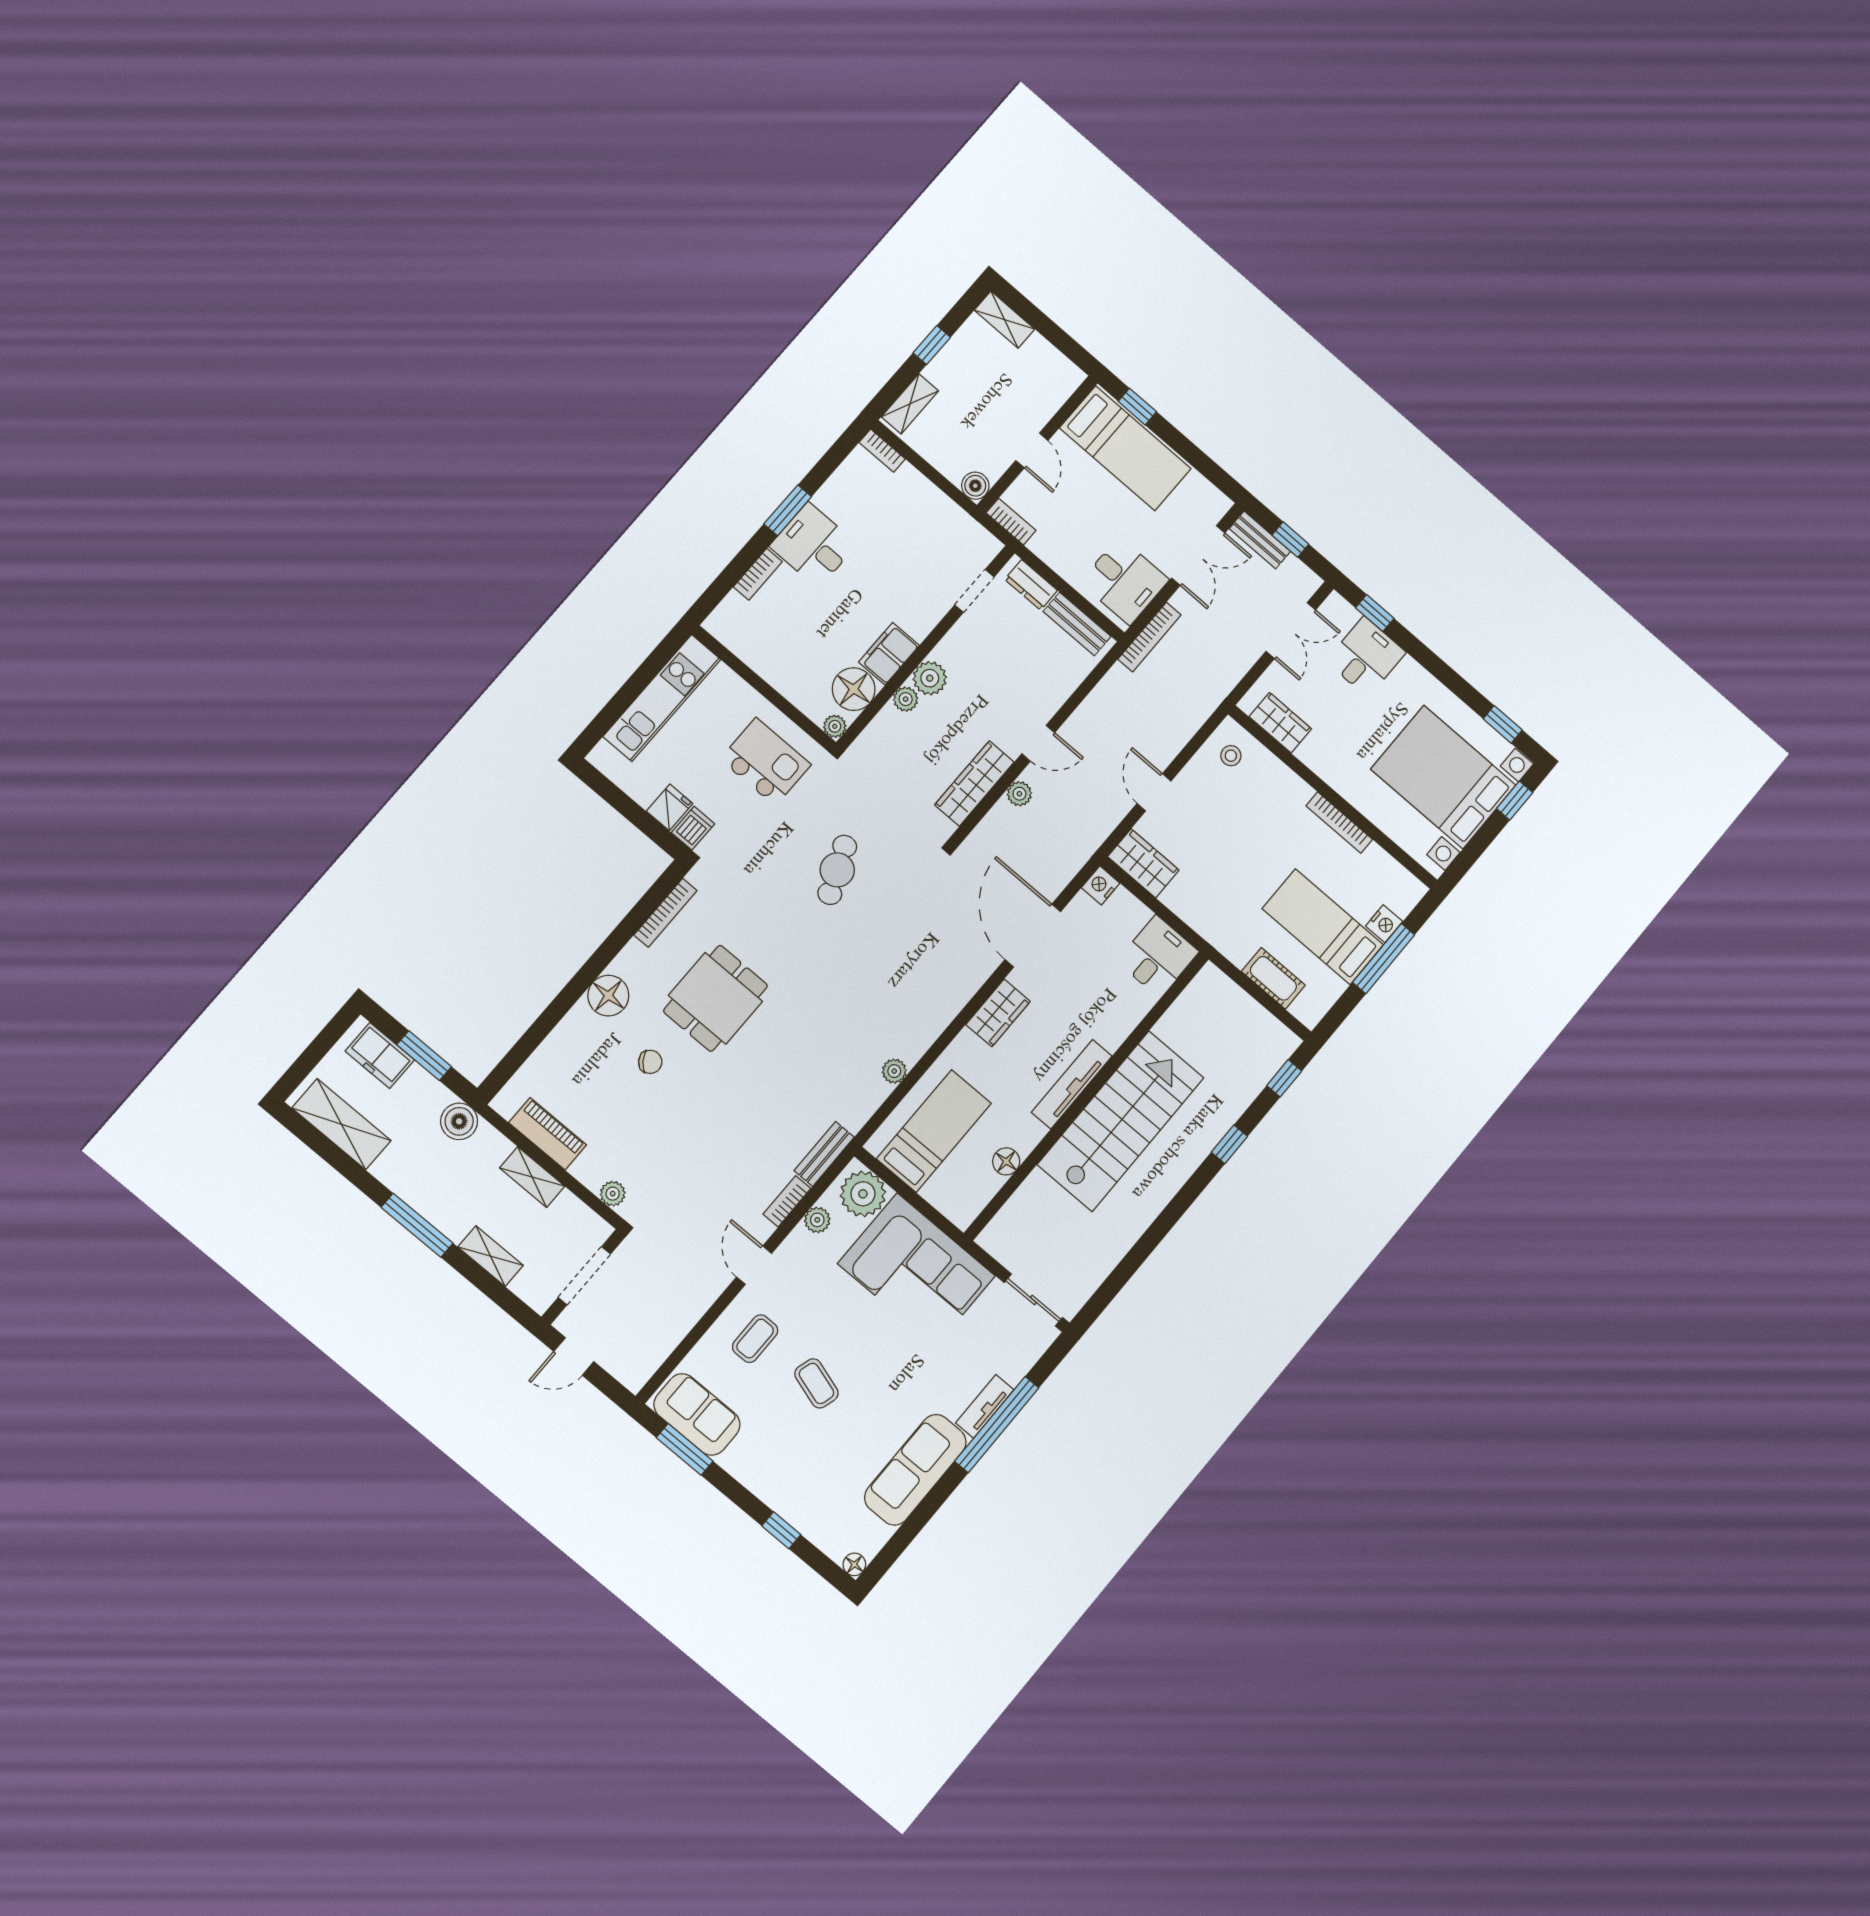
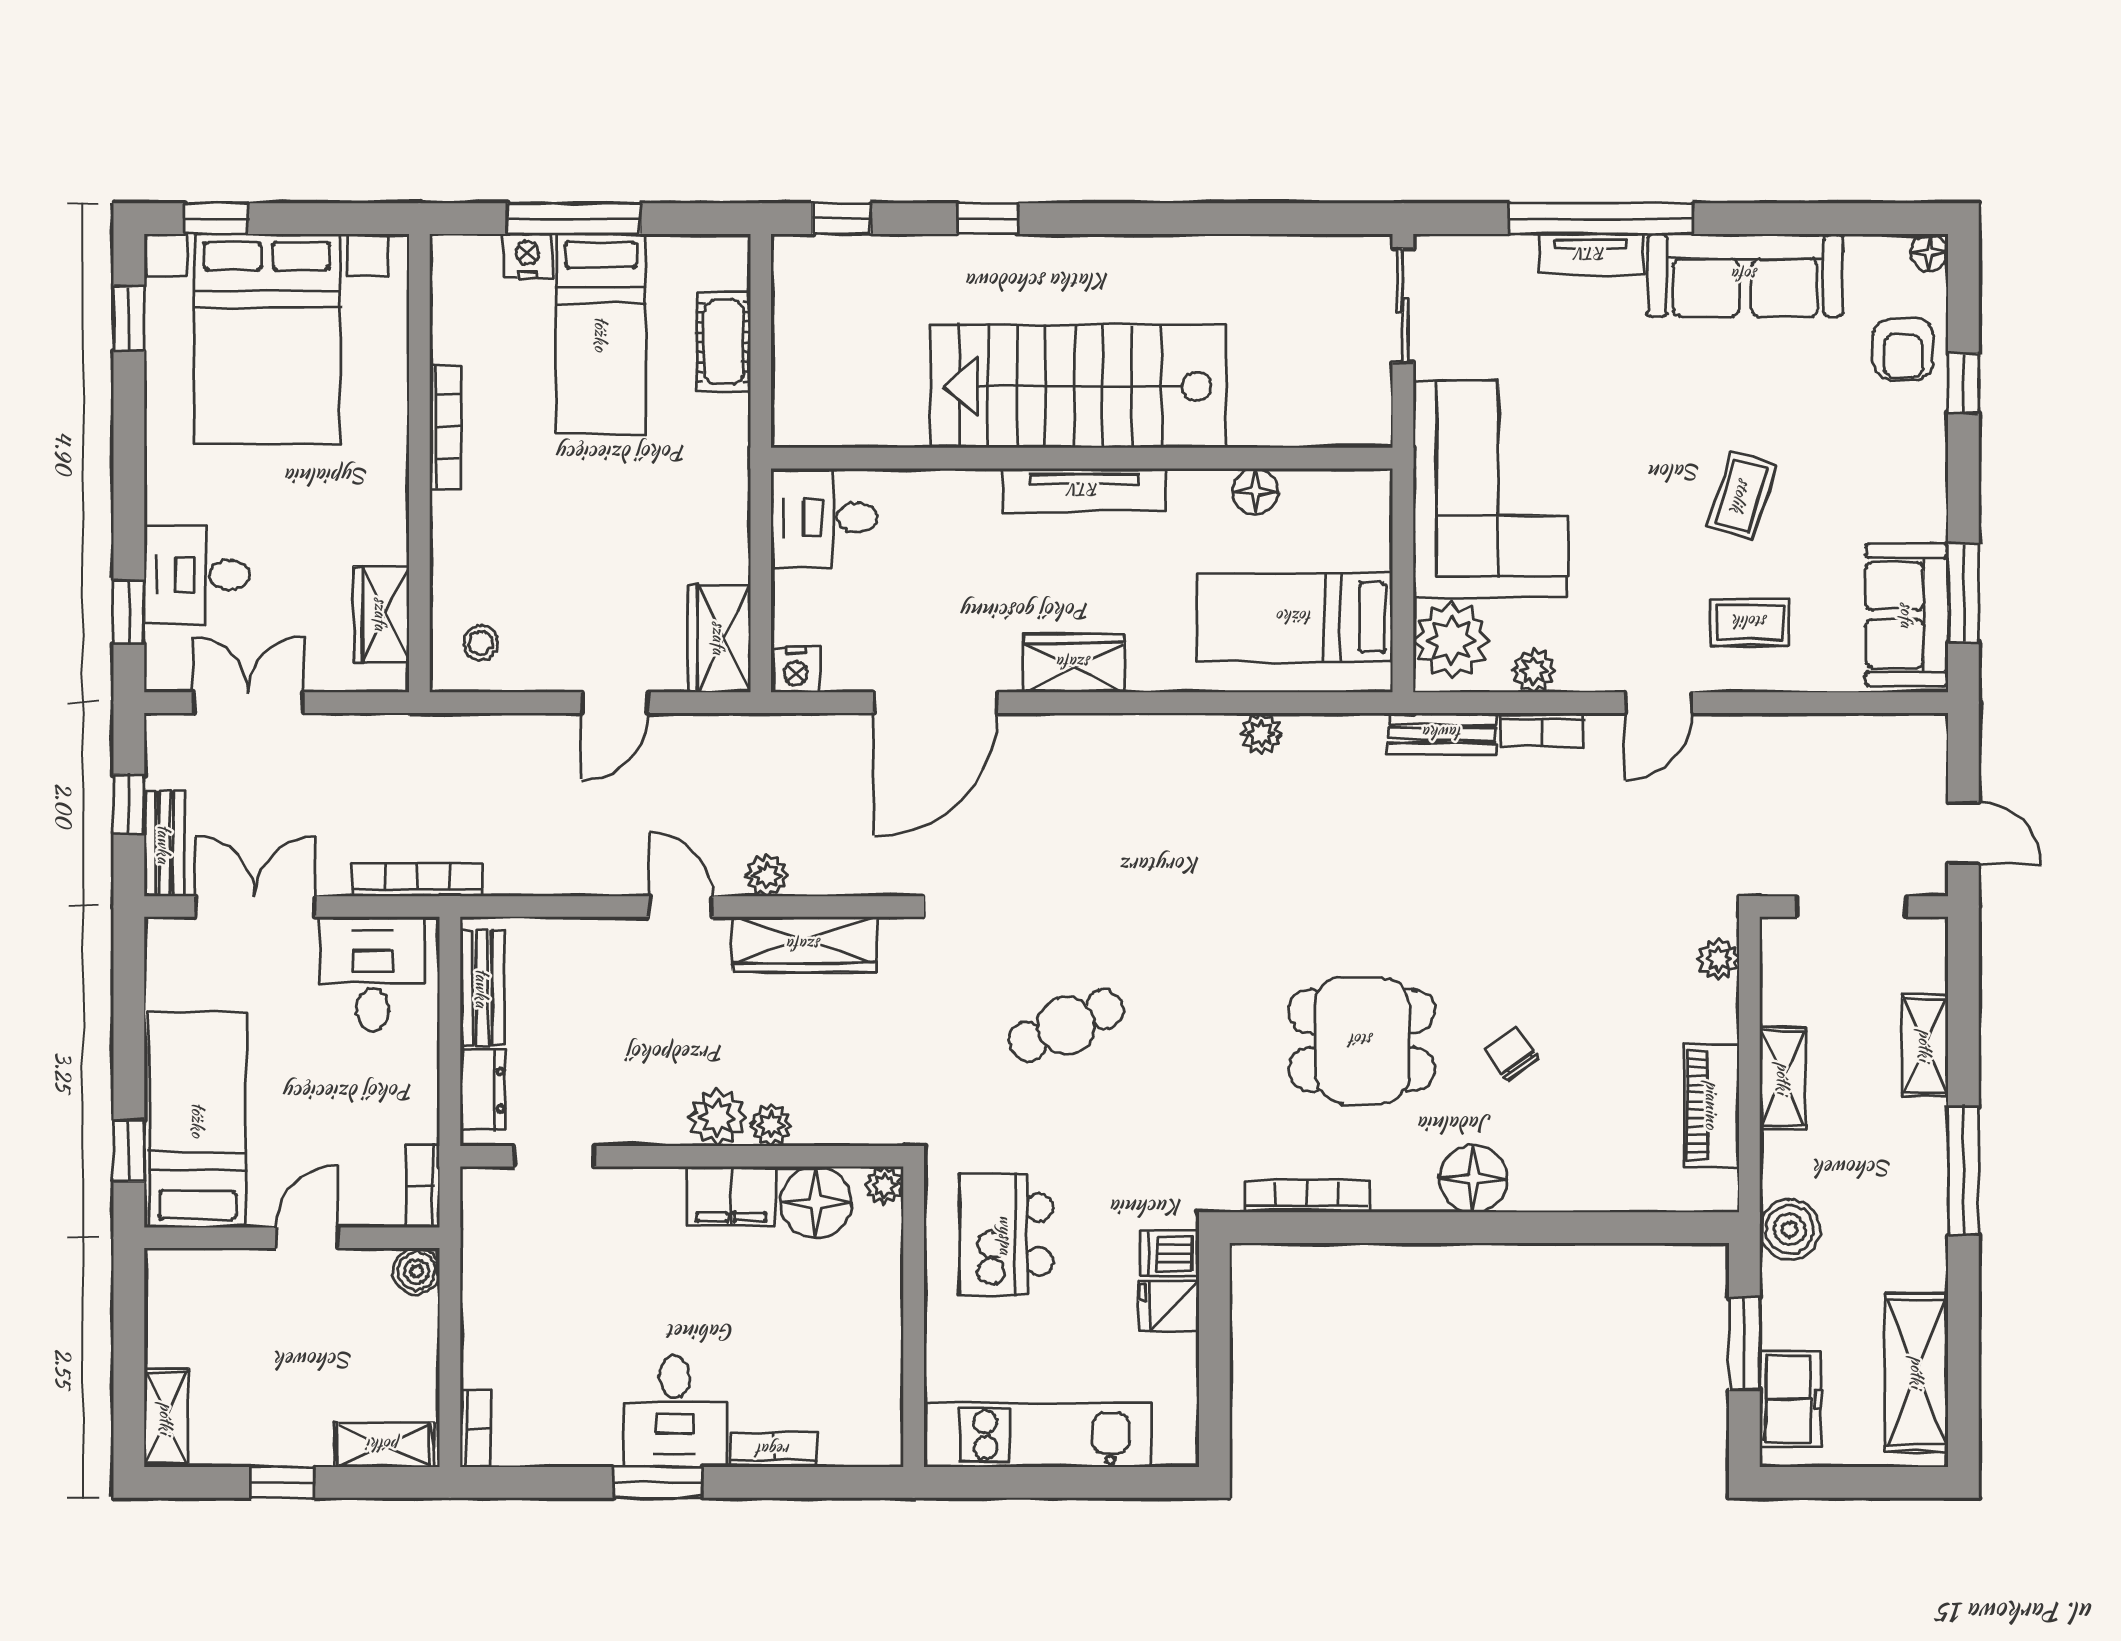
armchair: (821, 1515) -> (1903, 349), added

